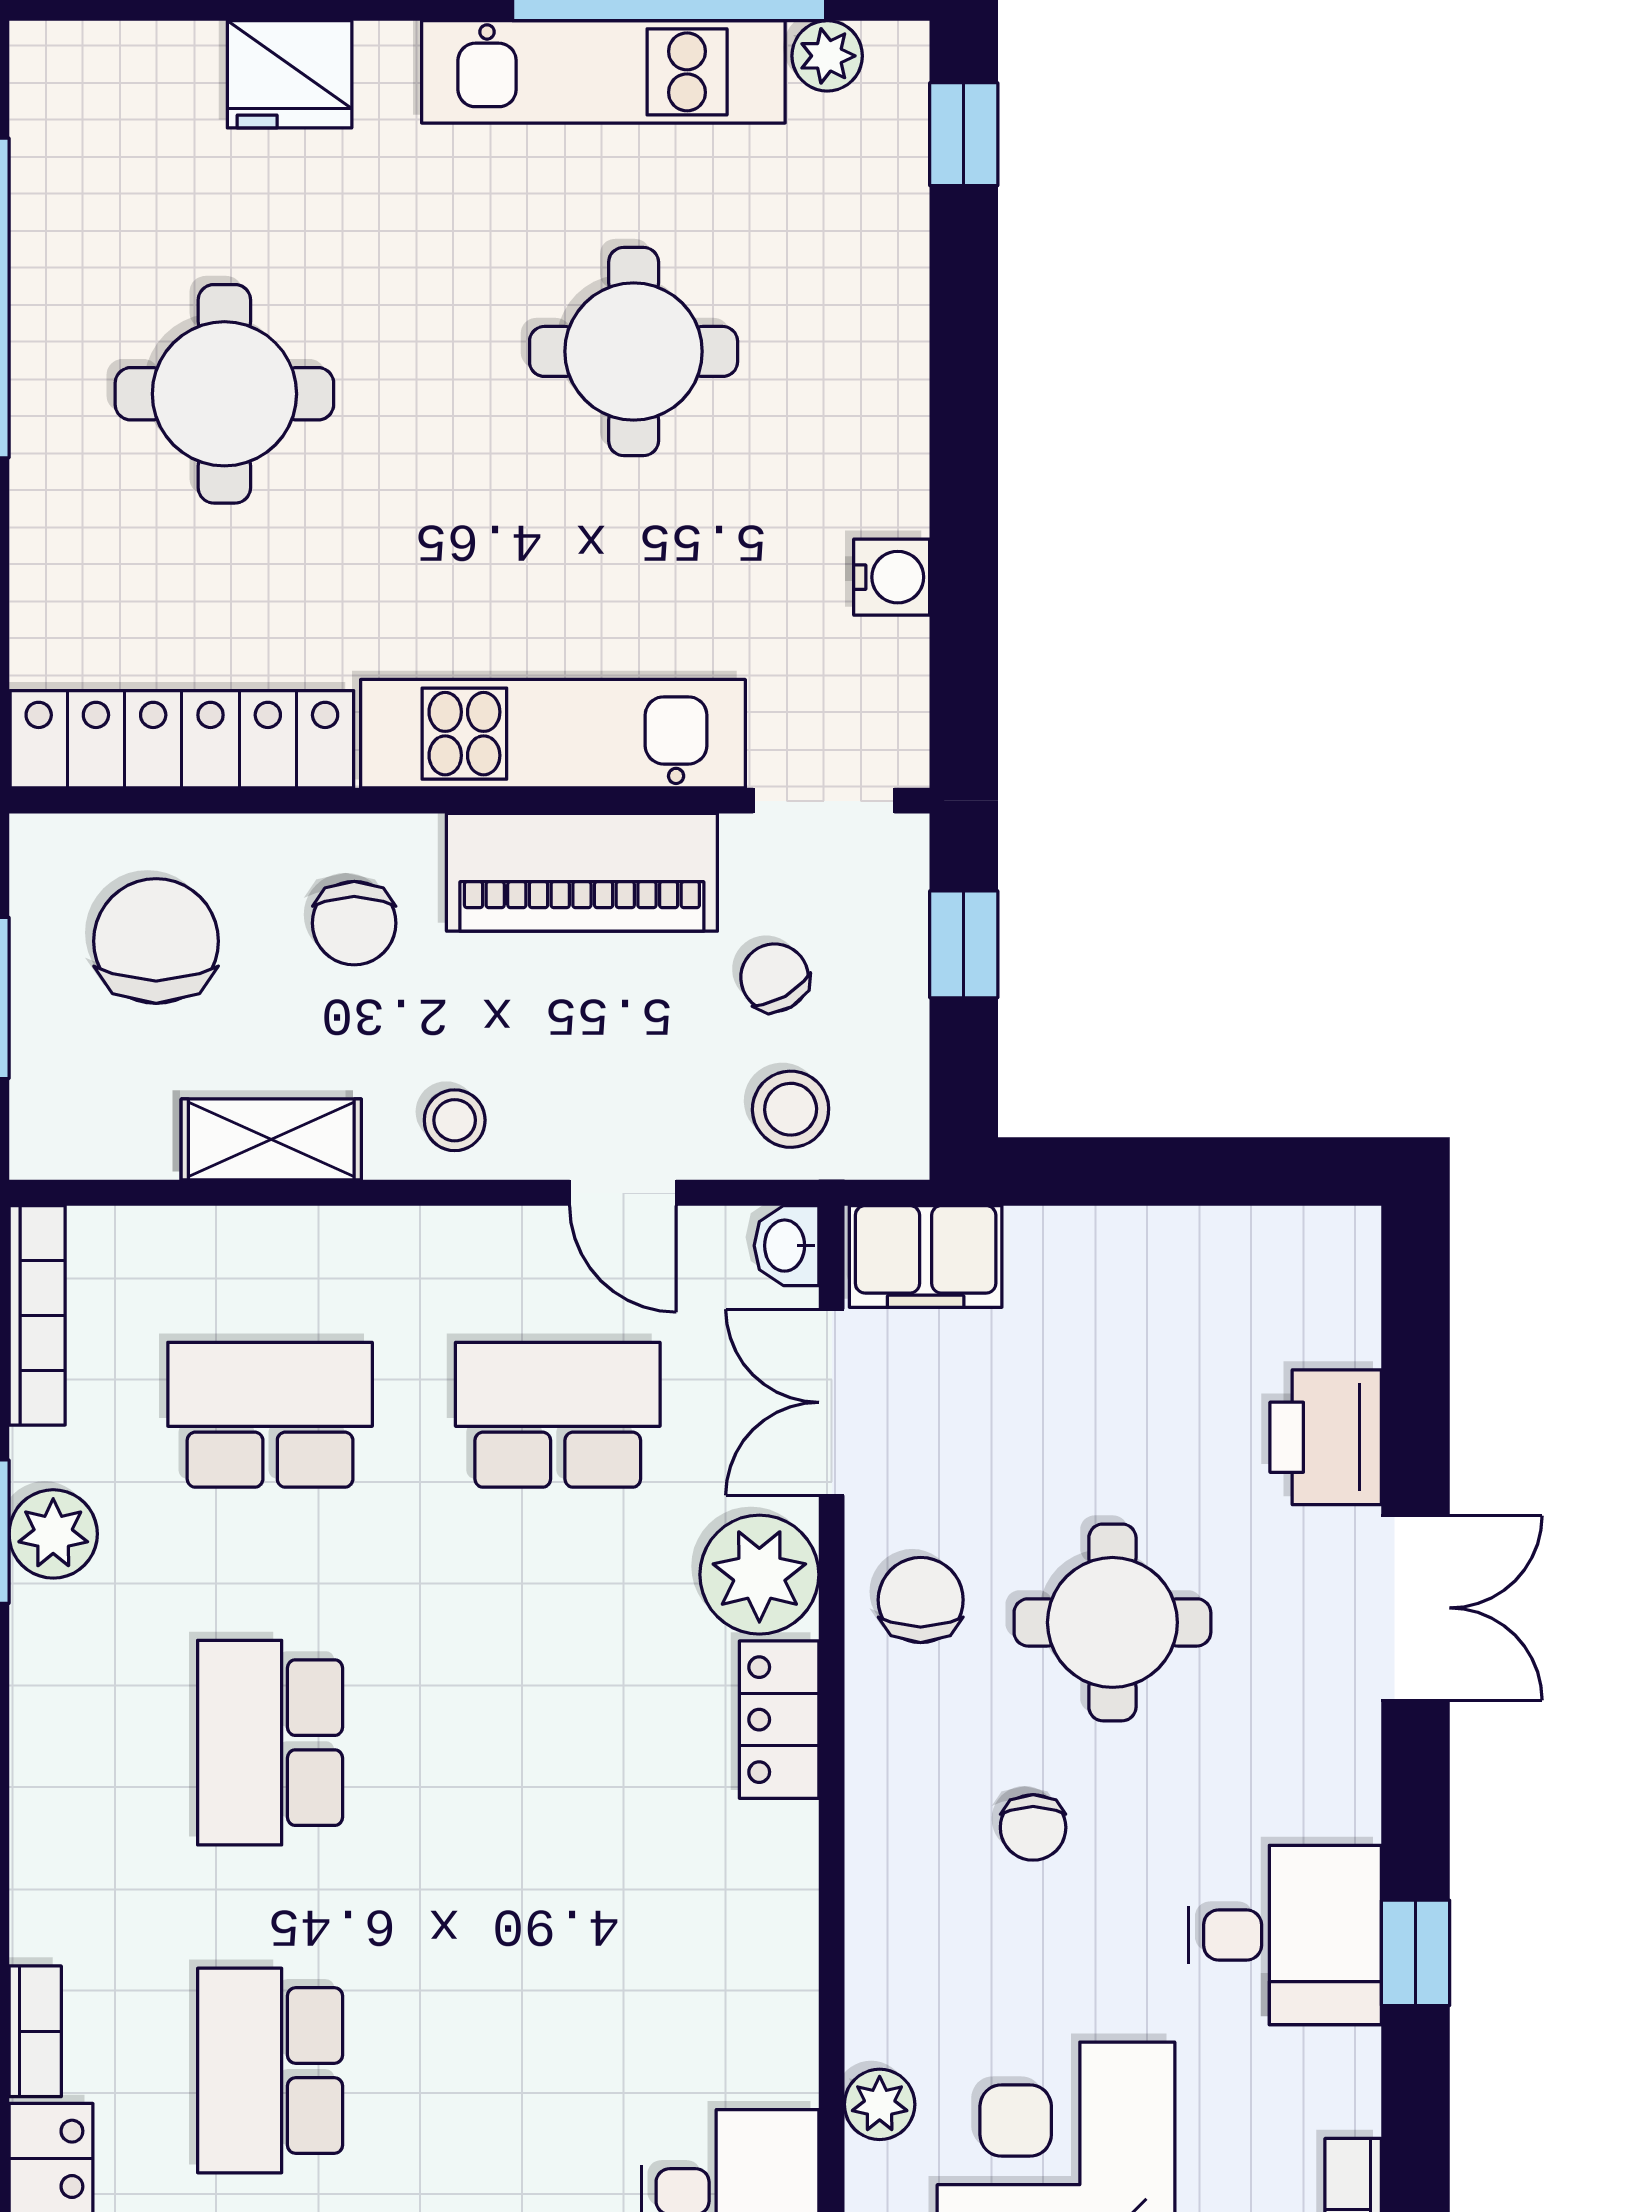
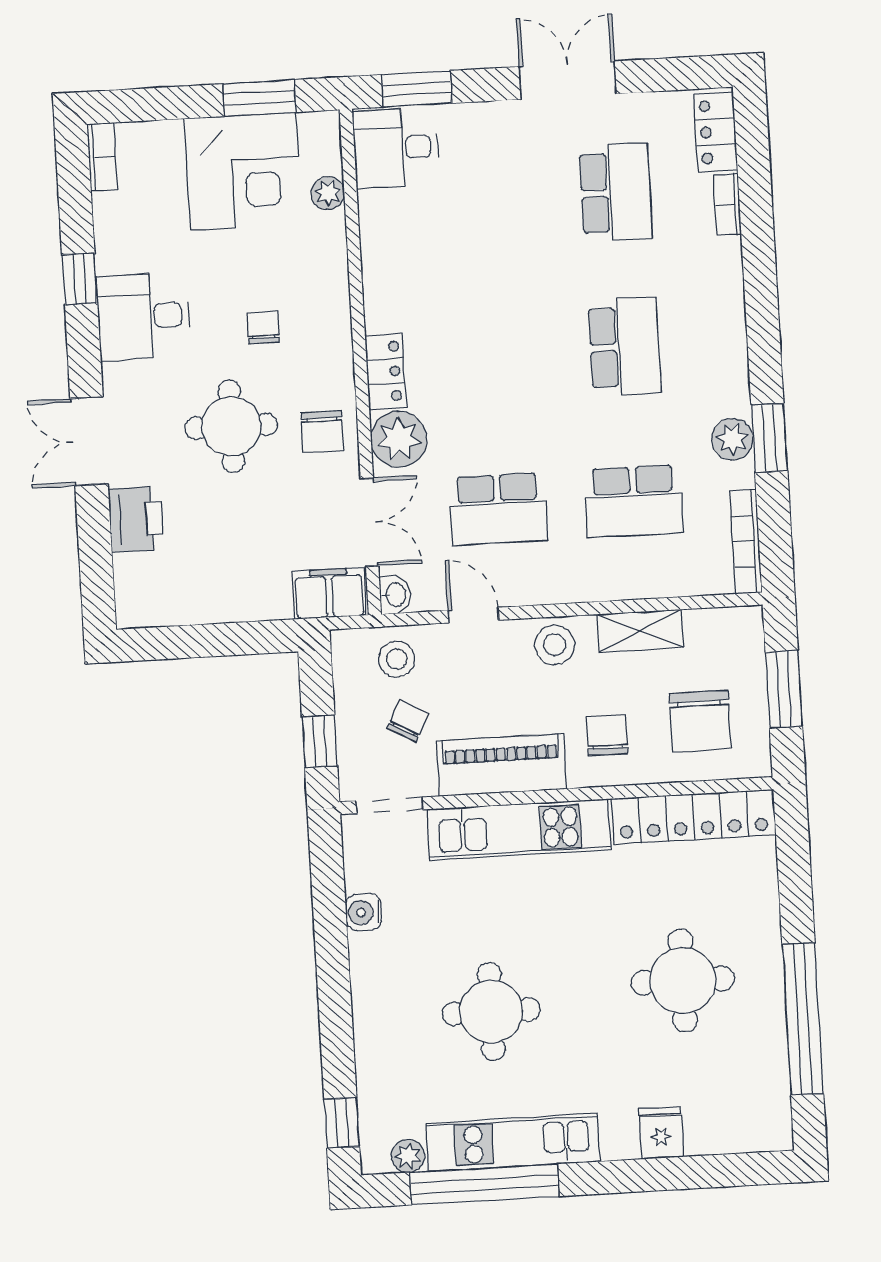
fridge: (290, 74) -> (661, 1133), width x0.72
chair: (775, 978) -> (408, 721), turned -121
stool: (455, 1120) -> (555, 645), width x1.37, depth x1.37
desk: (1285, 1935) -> (144, 316), moved

